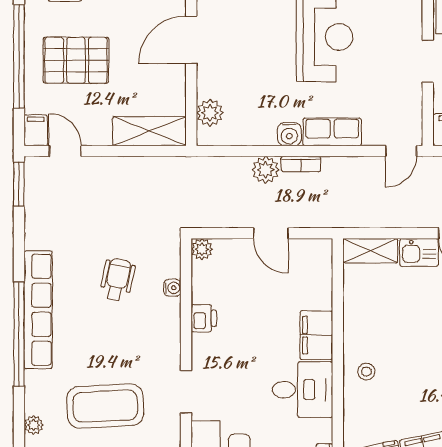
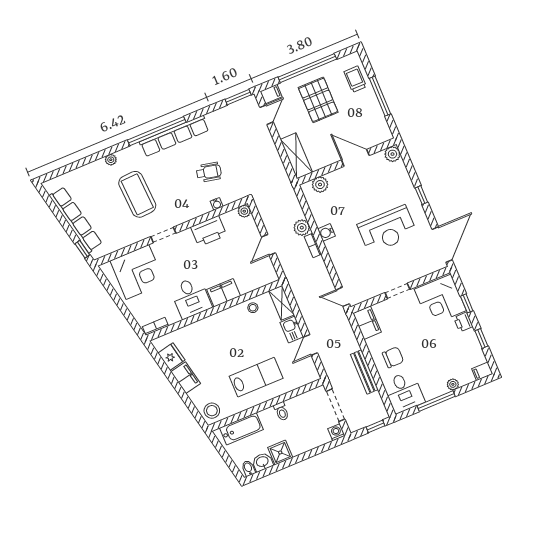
row of seats: (332, 132) -> (337, 255), removed
printer: (204, 318) -> (209, 231), width x1.87, depth x1.48
stool: (366, 372) -> (253, 308), moved

